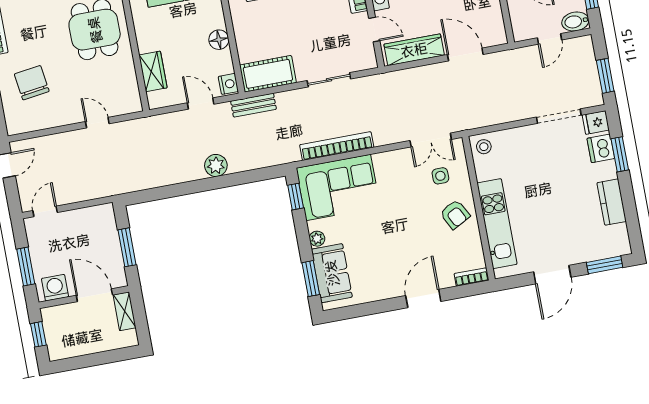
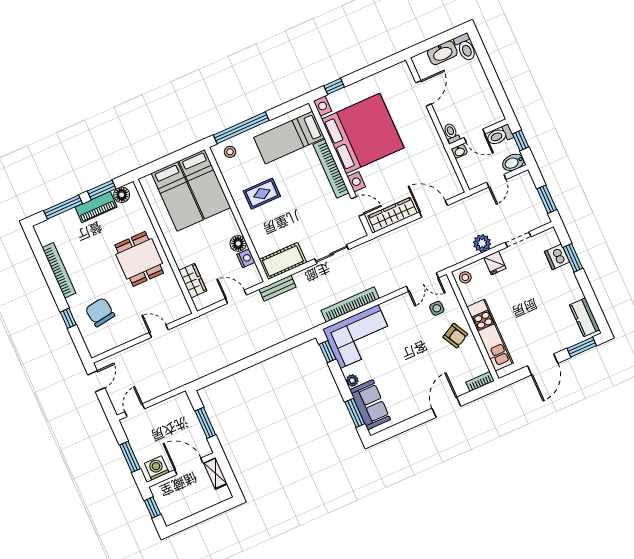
nightstand: (228, 84) -> (246, 258), moved
doorway: (559, 116) -> (518, 240), width x0.73
fridge: (596, 123) -> (495, 263), moved, turned -90
plant: (216, 165) -> (482, 243), moved
kitchen counter: (612, 202) -> (585, 317), moved

